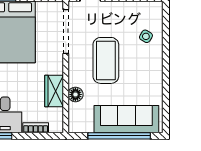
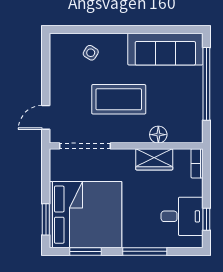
sofa: (126, 119) -> (165, 49), moved, turned -90
bookcase: (36, 128) -> (197, 163), moved

